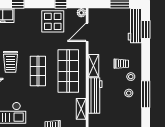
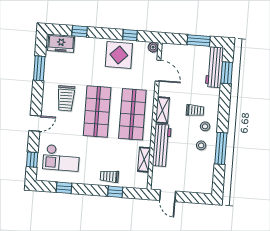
door: (87, 32) -> (158, 71), swing flipped
shop shelf: (38, 71) -> (97, 111), width x1.43, depth x1.36

